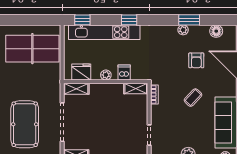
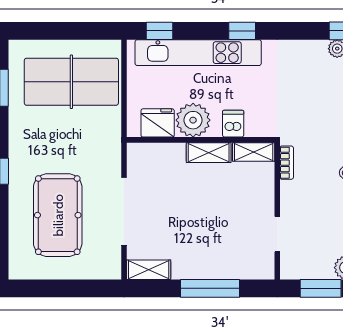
plant: (106, 75) -> (193, 120), width x1.88, depth x1.88
shelving: (76, 89) -> (209, 153), moved

